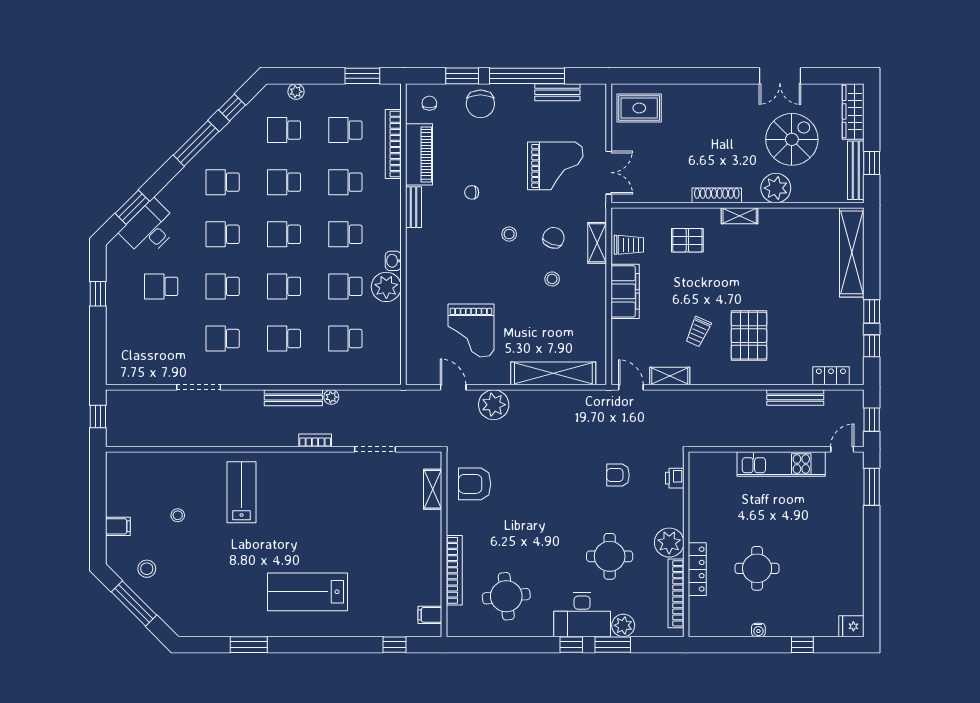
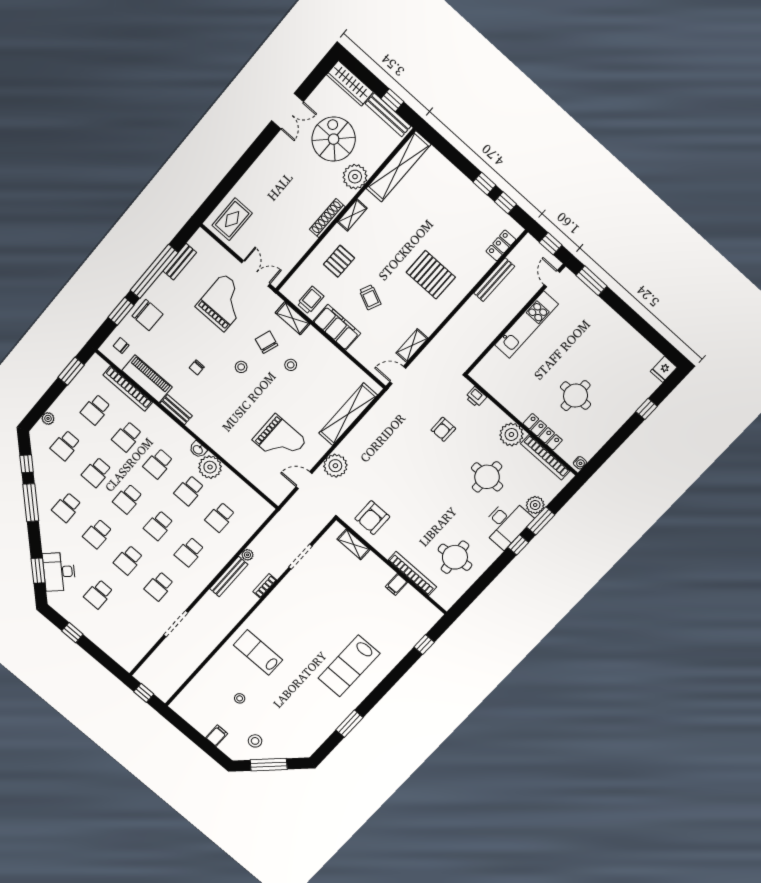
shelving: (852, 252) -> (398, 166), moved, turned 90
trolley: (698, 332) -> (370, 297), moved
filing cabinet: (430, 615) -> (396, 584), moved
water cooler: (758, 630) -> (580, 463), moved

